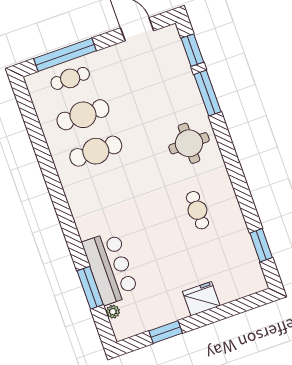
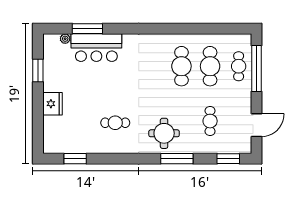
cafe table: (153, 90) -> (210, 121), added
window: (208, 93) -> (177, 159), moved

